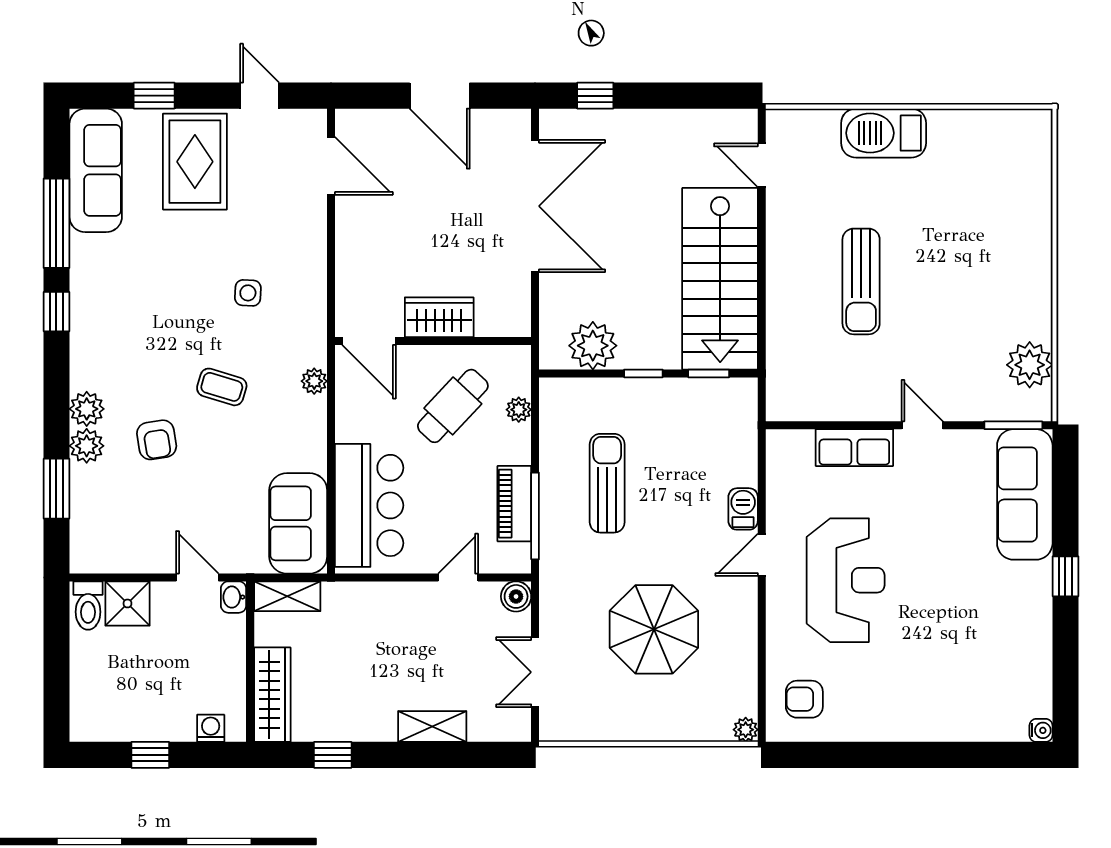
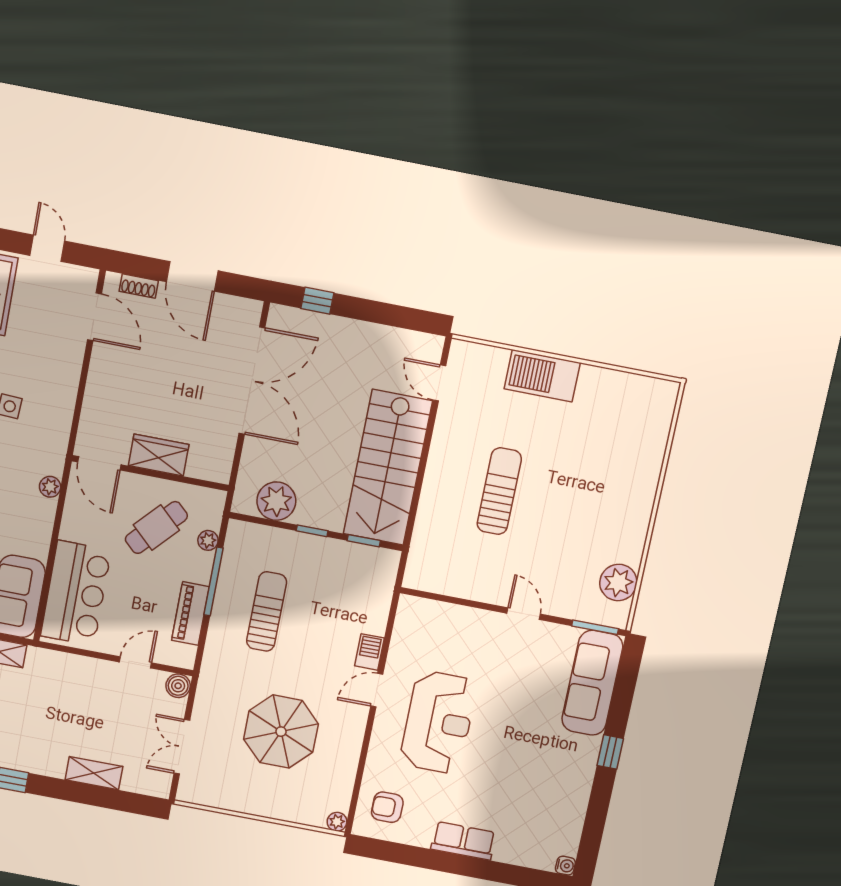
shoe rack: (378, 119) -> (139, 286), added
sun lounger: (861, 281) -> (499, 491), turned 180
row of seats: (854, 448) -> (463, 841), moved, turned 180
window: (535, 516) -> (214, 581), moved

